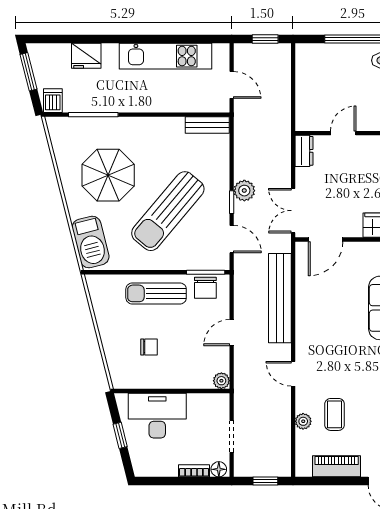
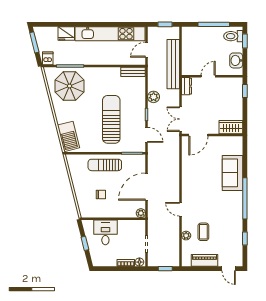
kitchen unit: (165, 56) -> (110, 34), width x1.36
door: (232, 85) -> (147, 50), swing flipped
parasol: (108, 175) -> (70, 86), moved
plant: (244, 191) -> (154, 97), moved
sun lounger: (168, 211) -> (111, 119), turned 140
chair: (205, 288) -> (132, 162), removed
bench: (280, 298) -> (173, 64), moved
door: (232, 333) -> (147, 187), width x1.87
desk: (157, 416) -> (105, 232), width x0.73

